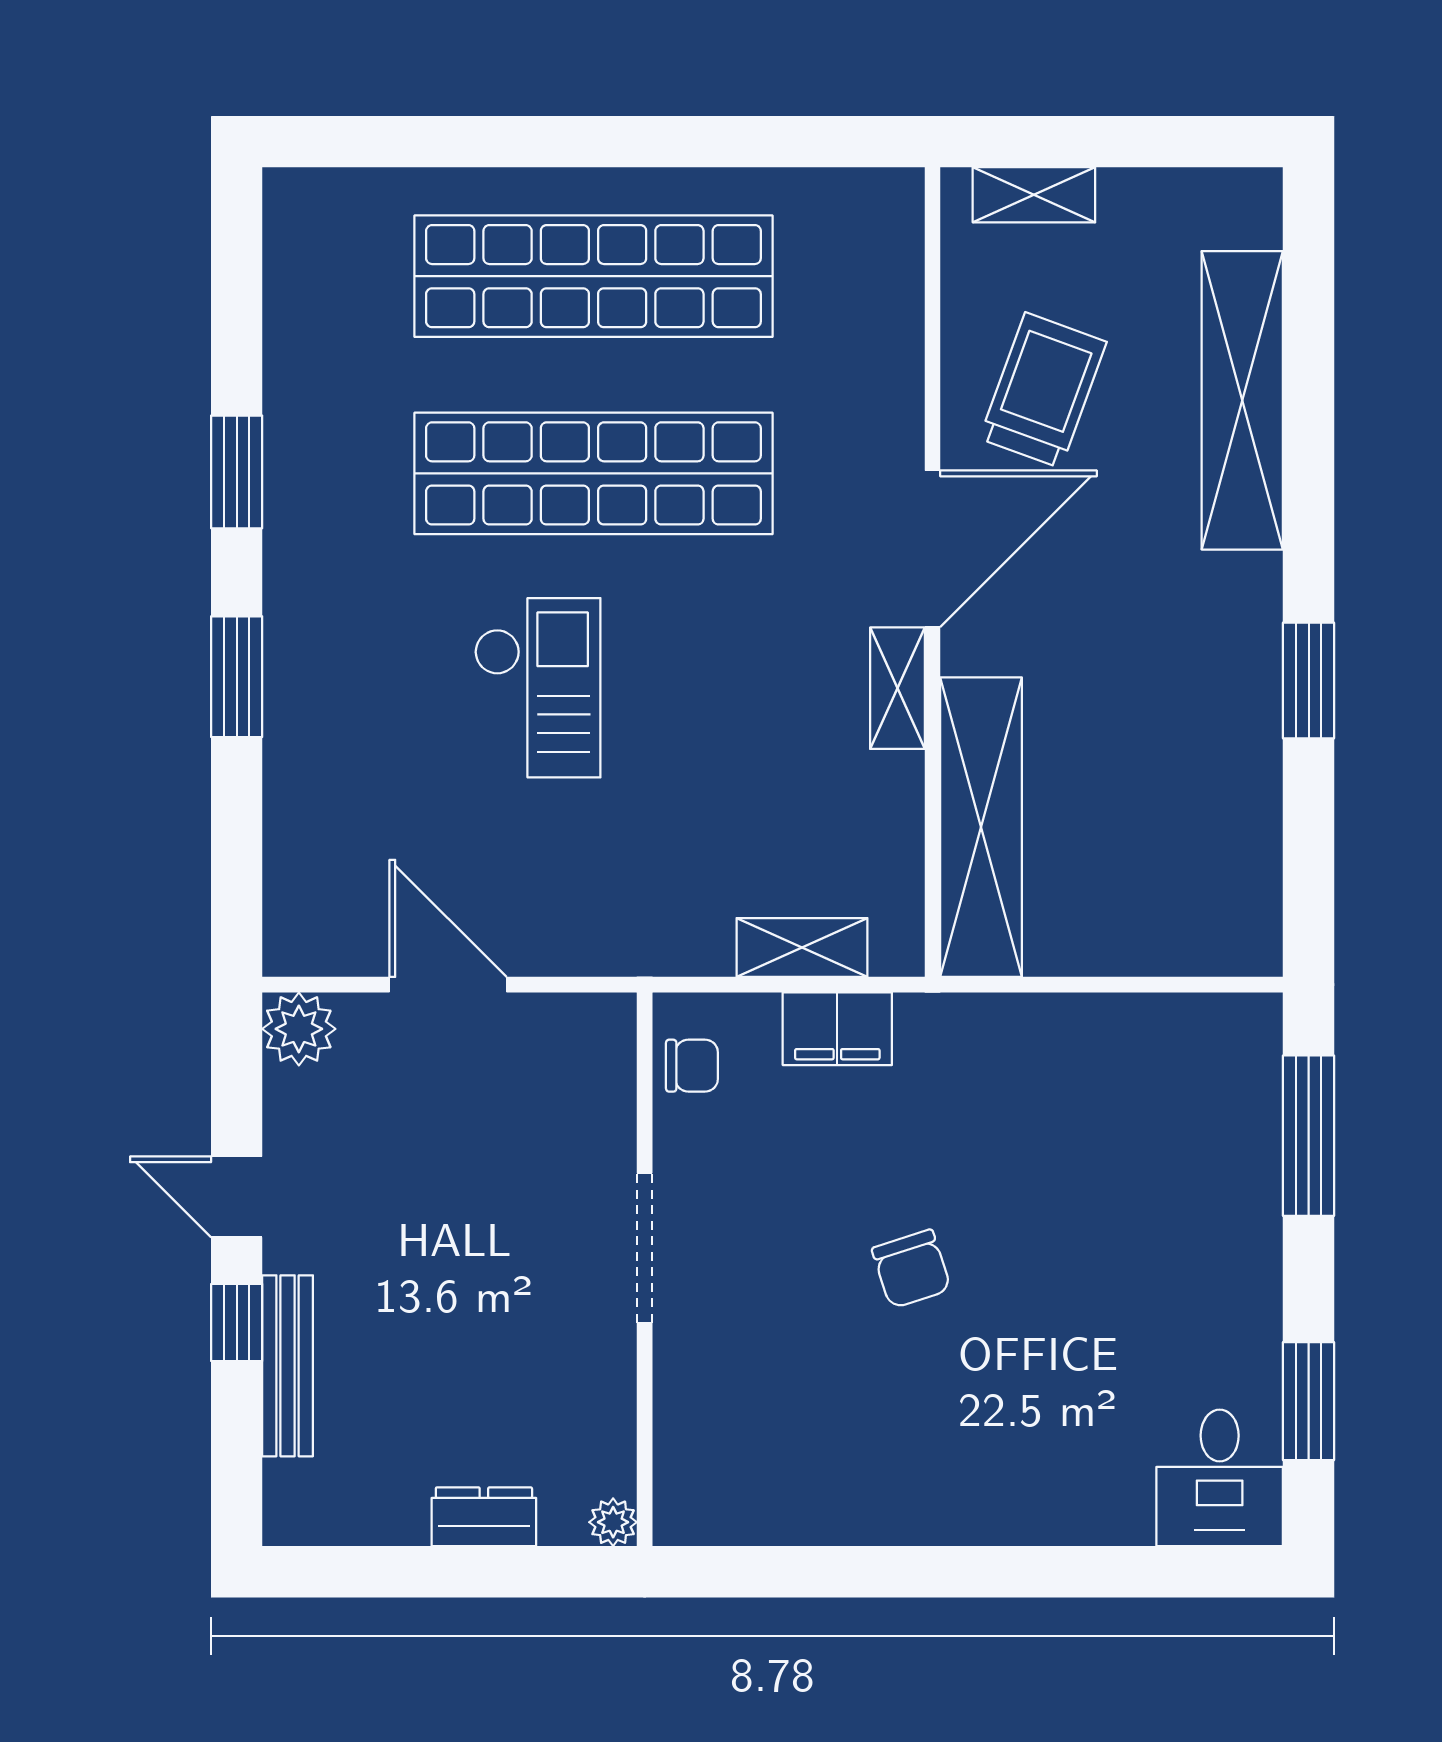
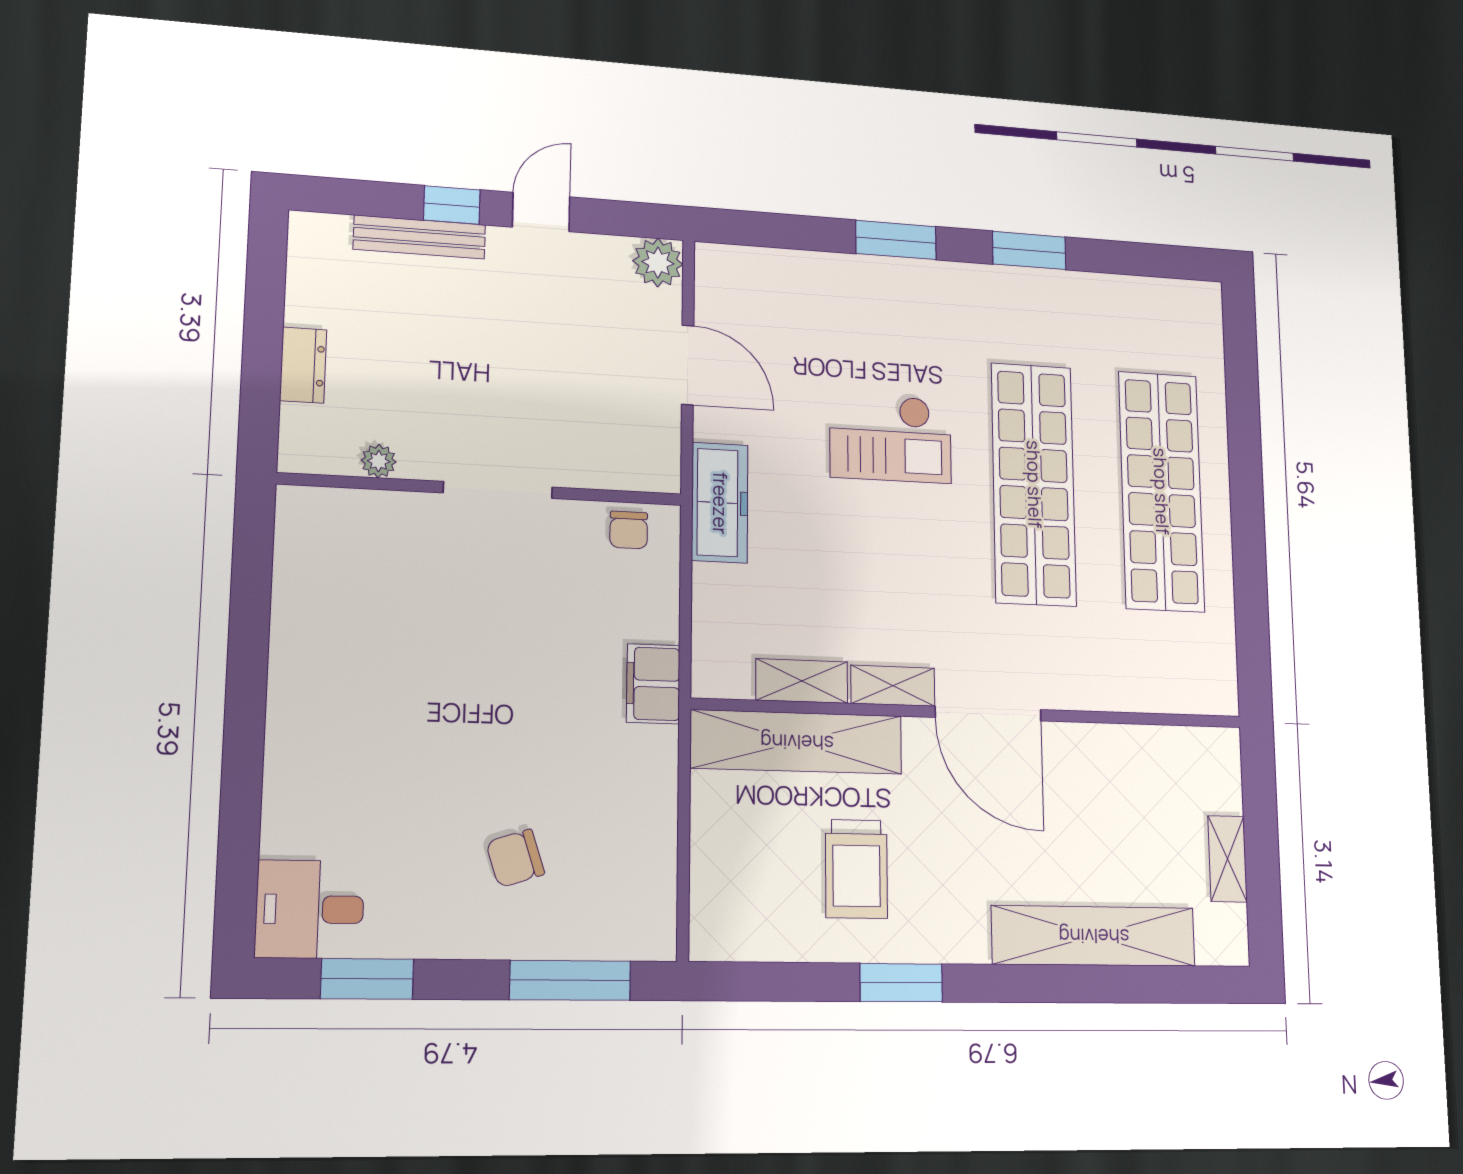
shelving: (1034, 195) -> (1227, 859), moved
trolley: (1043, 390) -> (856, 869), moved, turned 70
freezer: (646, 937) -> (720, 503), added
shelving: (802, 947) -> (802, 681), moved, turned 90
door: (448, 985) -> (688, 365), hinge flipped
filing cabinet: (837, 1029) -> (653, 684), moved
chair: (911, 1269) -> (515, 858), moved
plant: (613, 1522) -> (379, 461), moved

